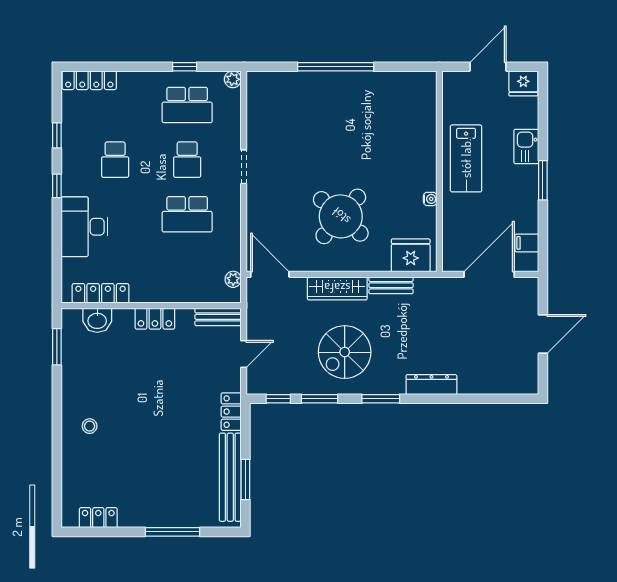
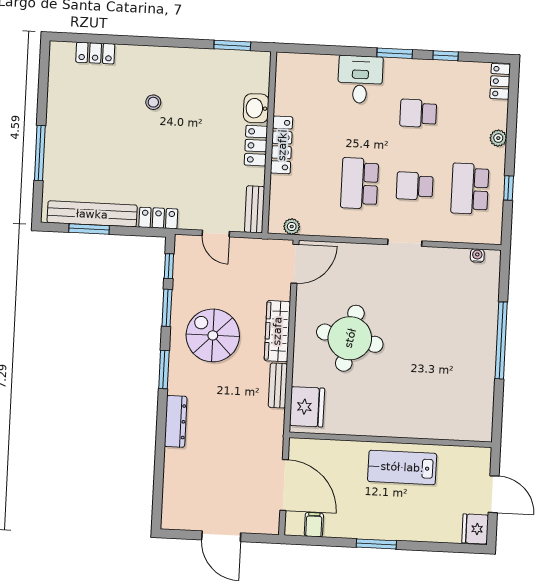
plant: (233, 79) -> (498, 138), moved
locker: (89, 80) -> (500, 81), width x0.66
kitchen sink: (526, 146) -> (411, 529), removed
window: (57, 186) -> (395, 53), width x1.50
water cooler: (430, 199) -> (477, 256), moved, turned 180
round table: (341, 216) -> (350, 338), turned -30
desk: (84, 227) -> (360, 79), width x0.73
locker: (101, 293) -> (282, 145), moved
washbasin: (97, 320) -> (256, 108), moved
stool: (90, 426) -> (153, 102), moved
locker: (98, 518) -> (95, 53), moved, turned 90

